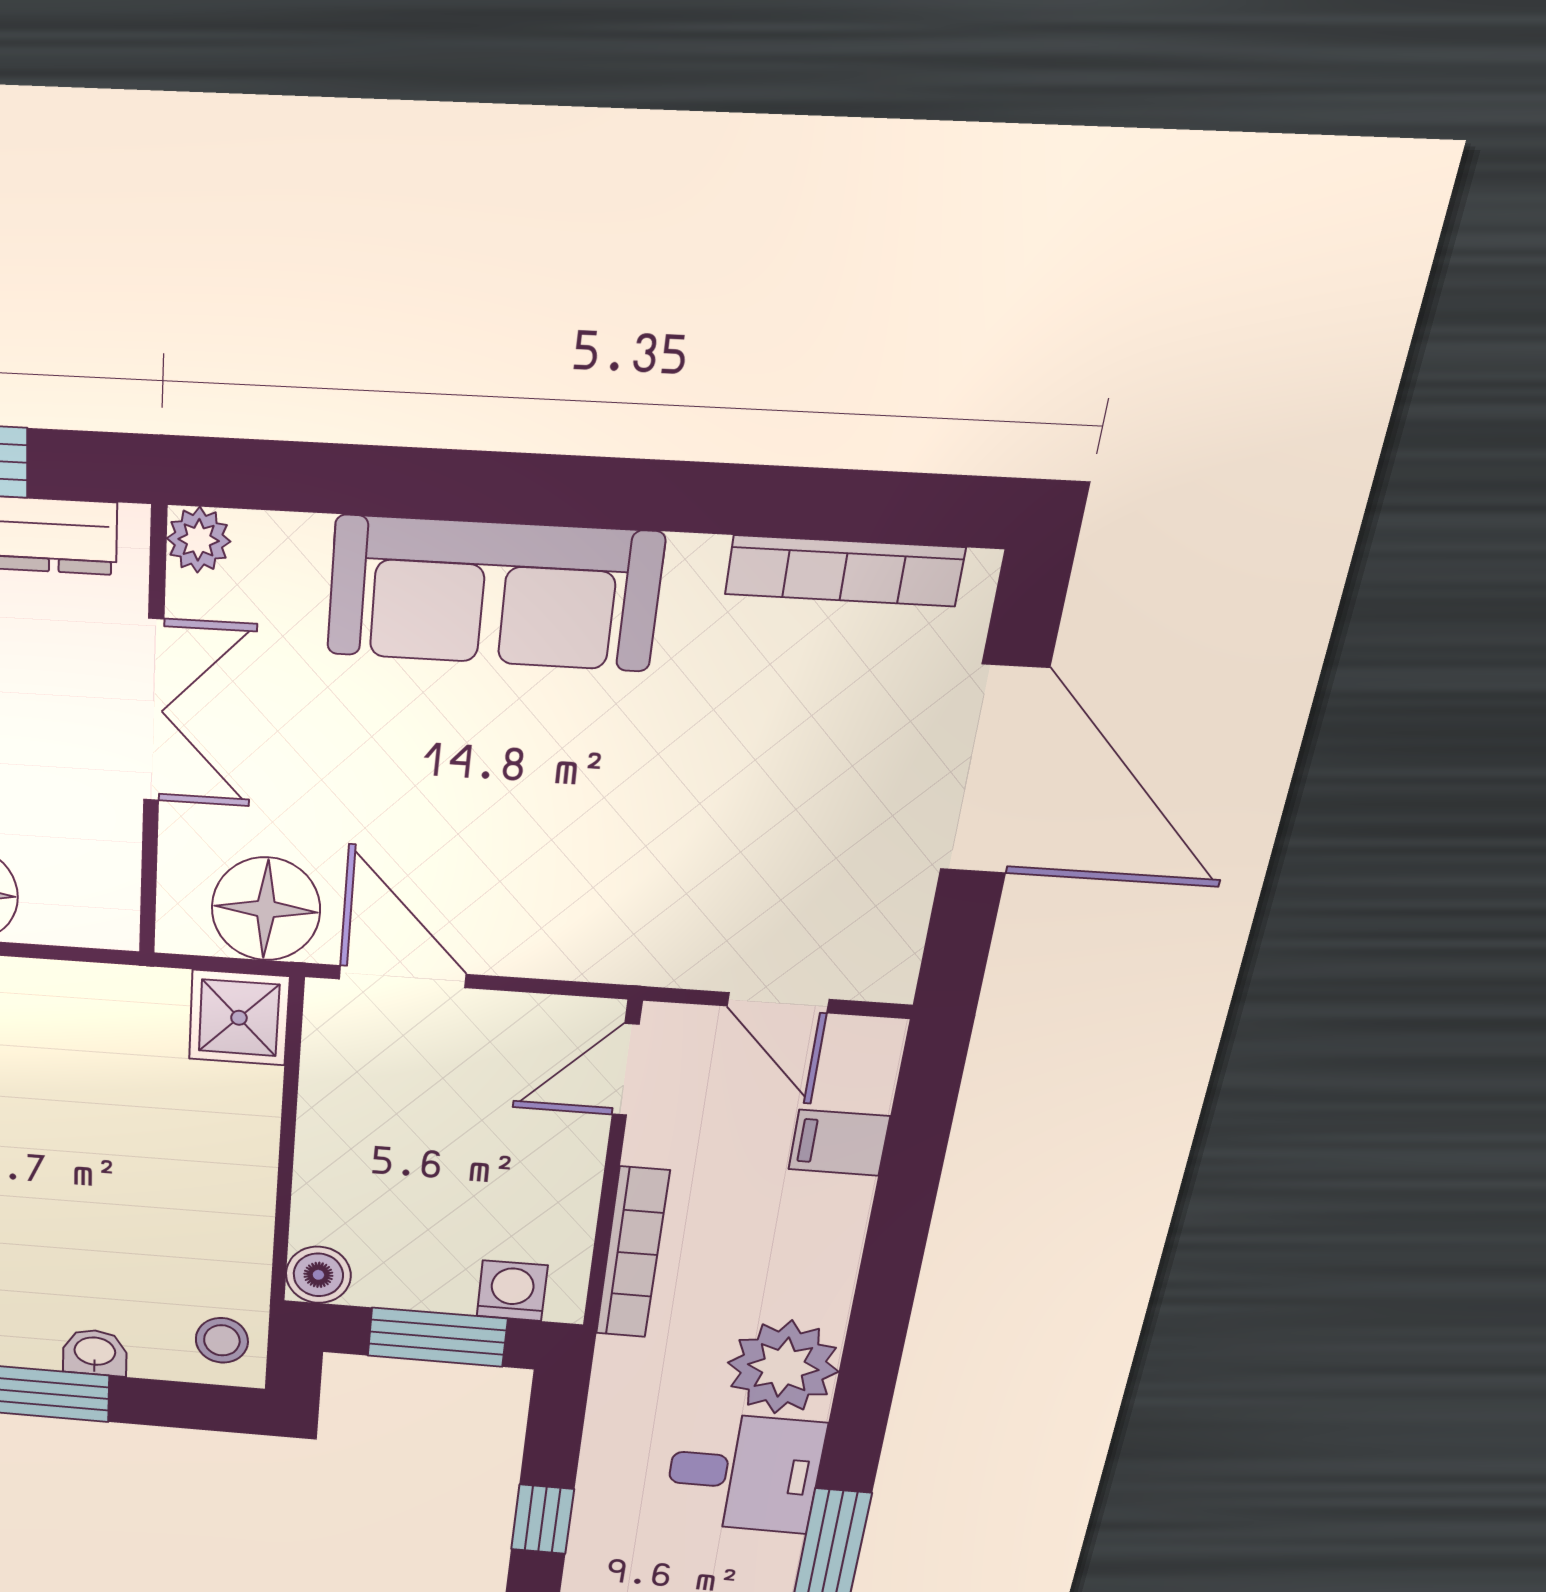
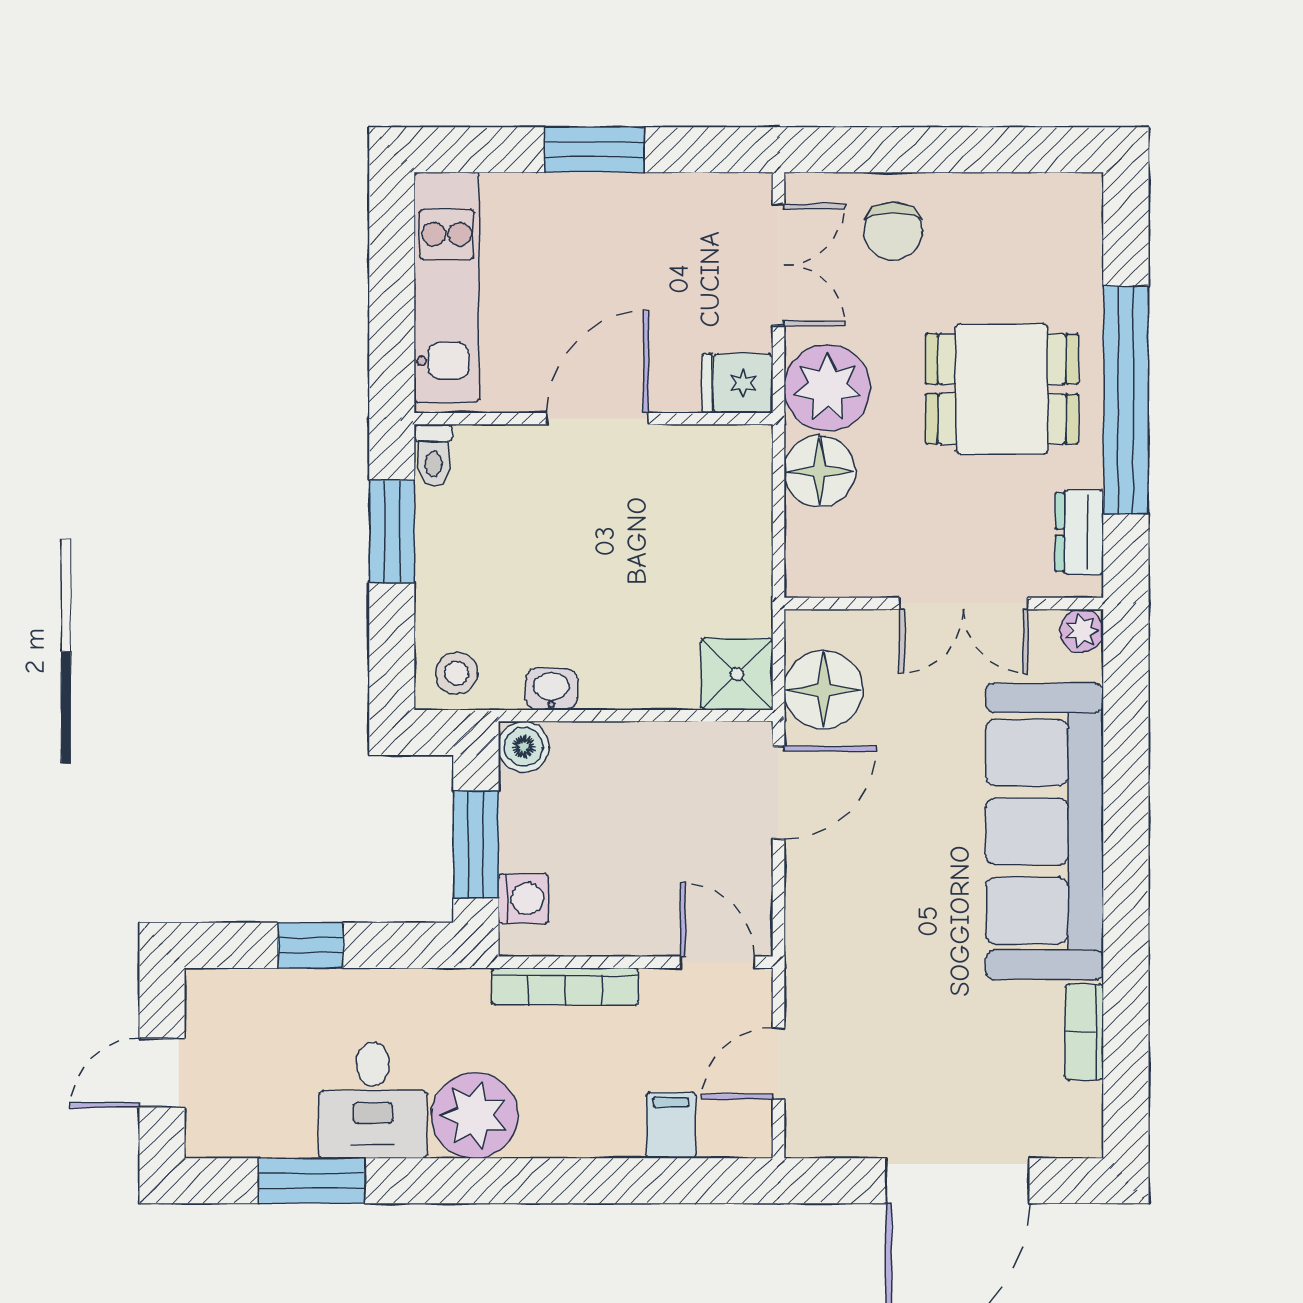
bookcase: (844, 571) -> (1084, 1032), width x0.64
sofa: (493, 594) -> (1045, 831), width x1.36, depth x1.27
washbasin: (95, 1352) -> (551, 689), moved, turned -90

